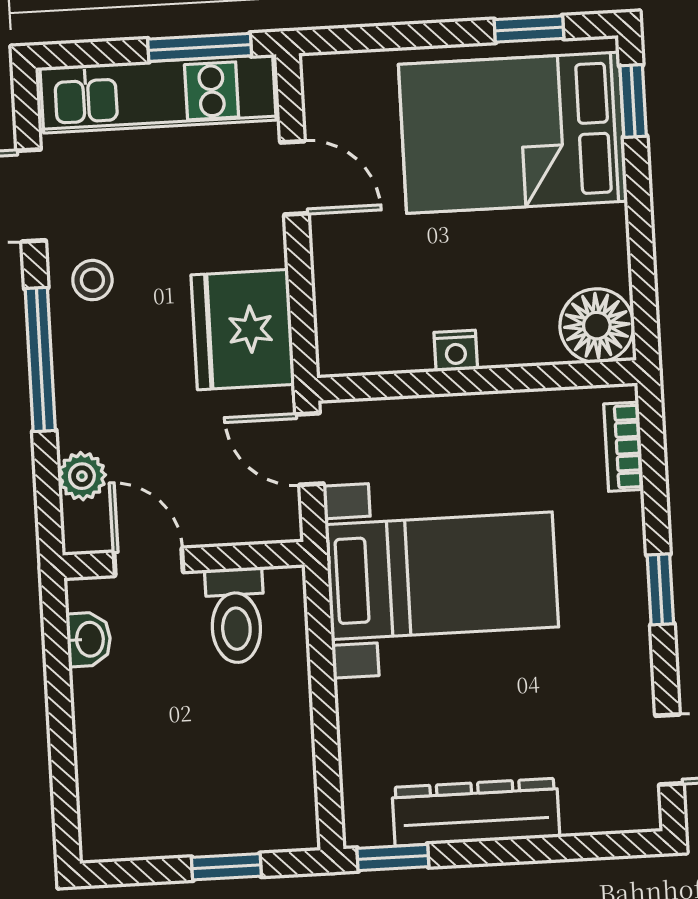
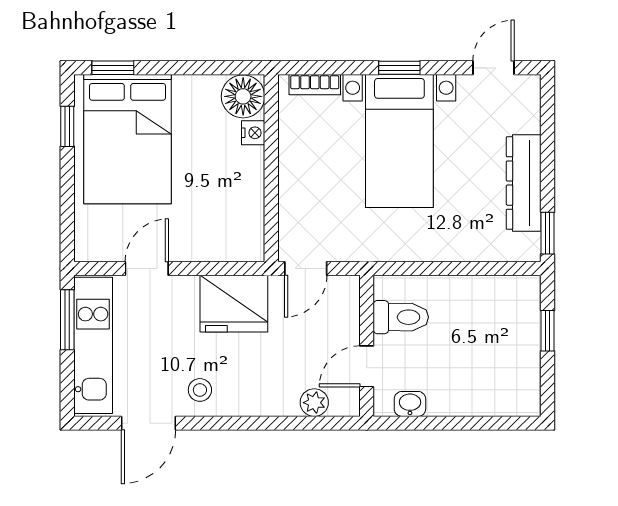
nightstand: (456, 351) -> (253, 133), moved
window: (40, 359) -> (245, 423), removed
bed with nightstands: (442, 576) -> (399, 141), moved, turned 180

